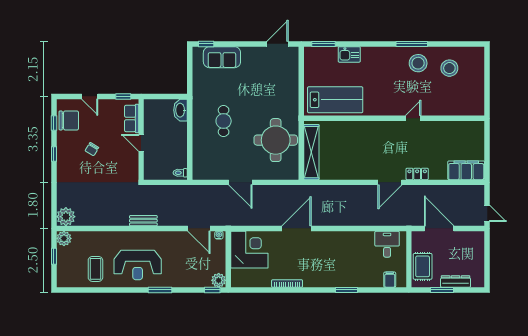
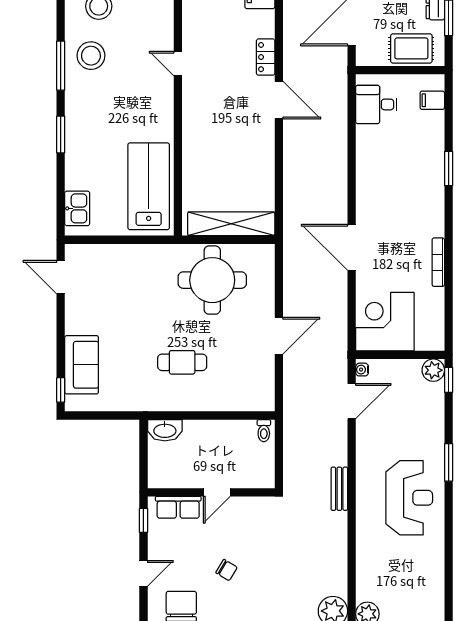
window: (323, 44) -> (61, 134), moved
kitchen sink: (349, 54) -> (77, 208), moved
coffee table: (95, 269) -> (415, 564), removed

